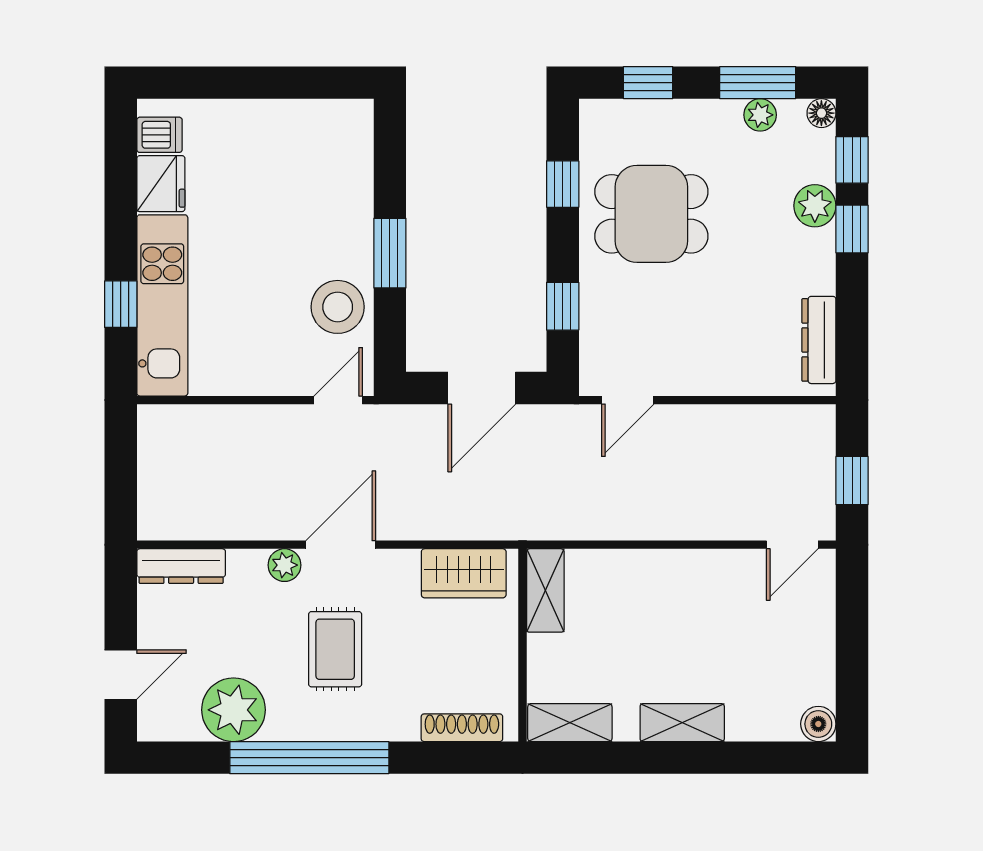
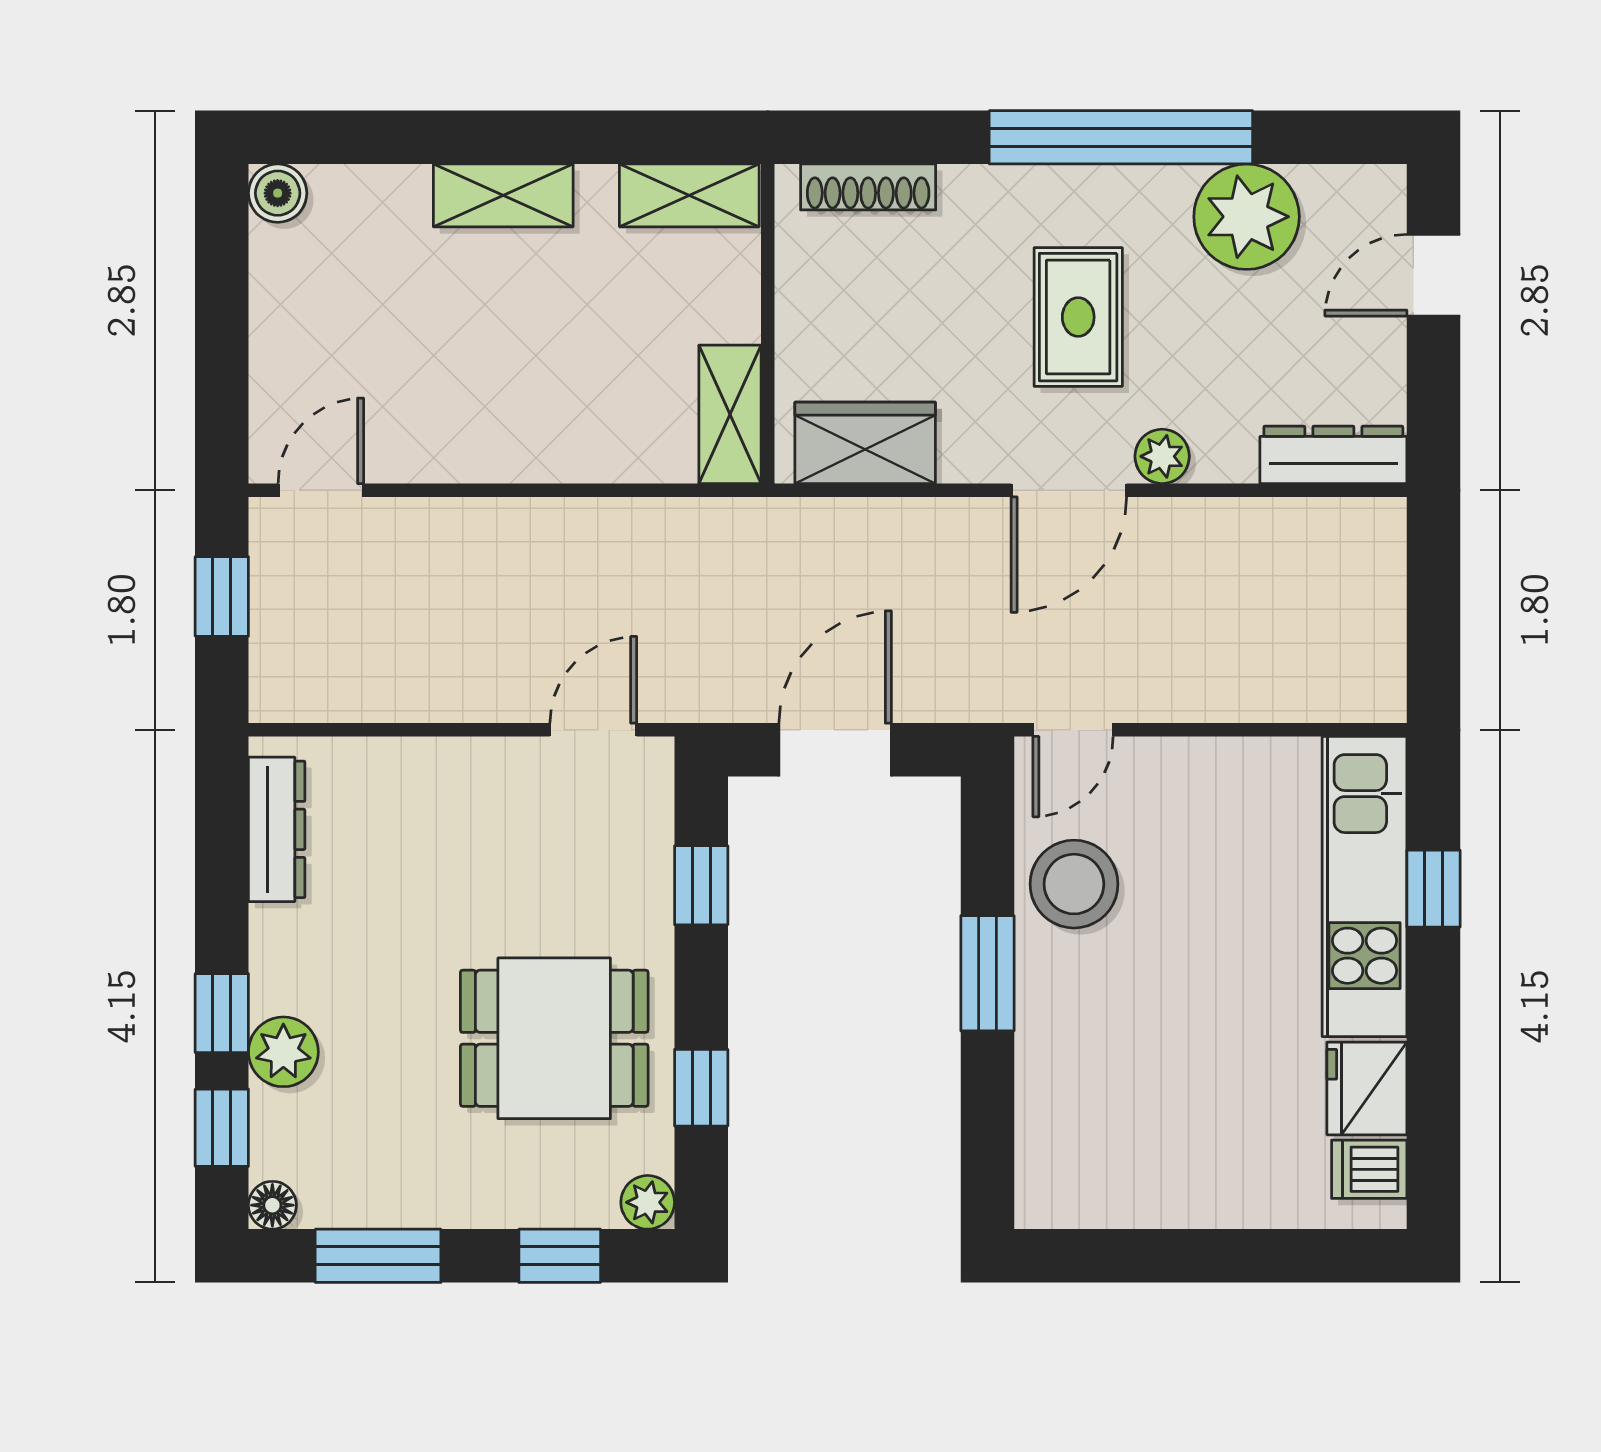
plant: (760, 115) -> (648, 1202), moved

